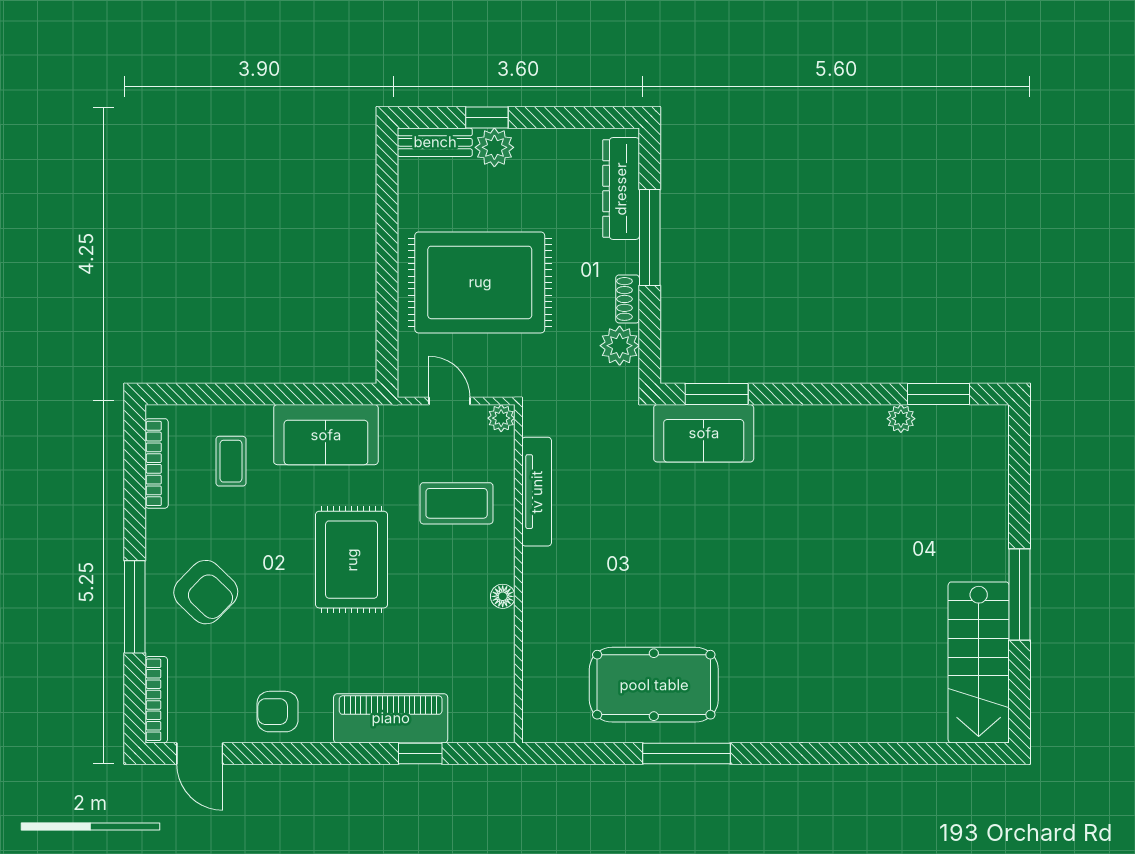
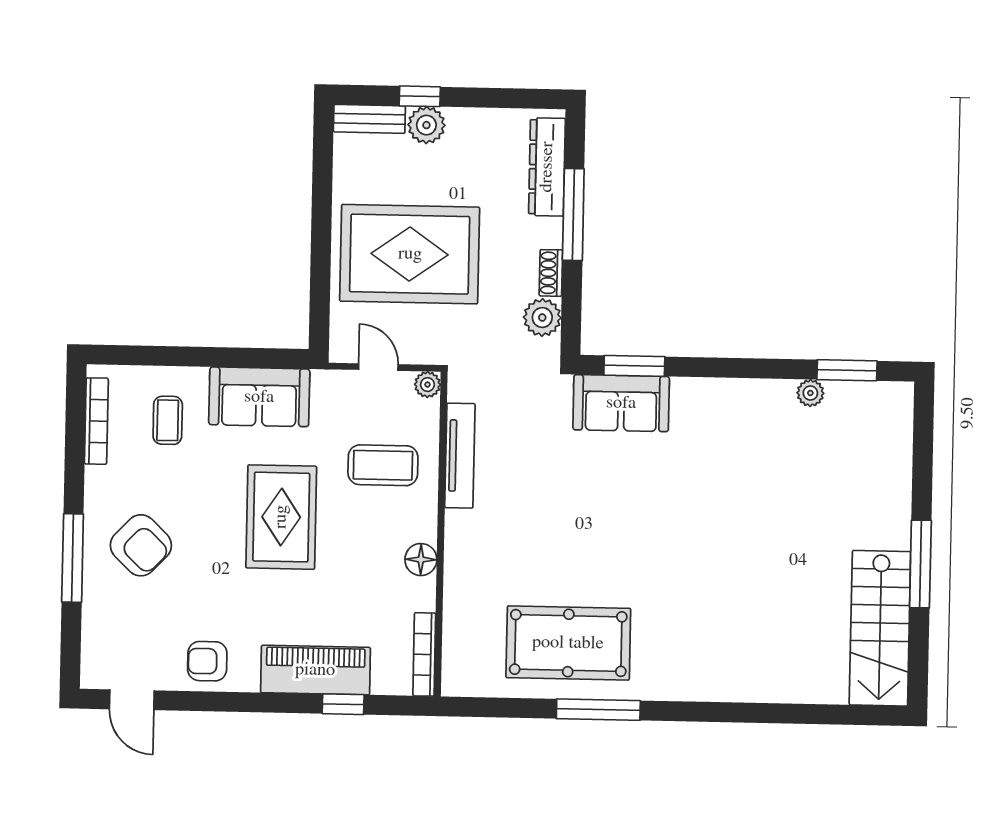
floor lamp: (503, 596) -> (421, 560), width x1.37, depth x1.37
bookcase: (156, 700) -> (424, 654), moved, turned 180

